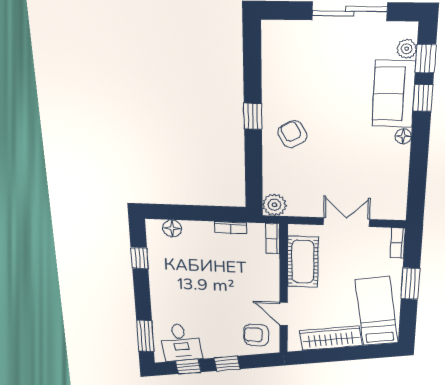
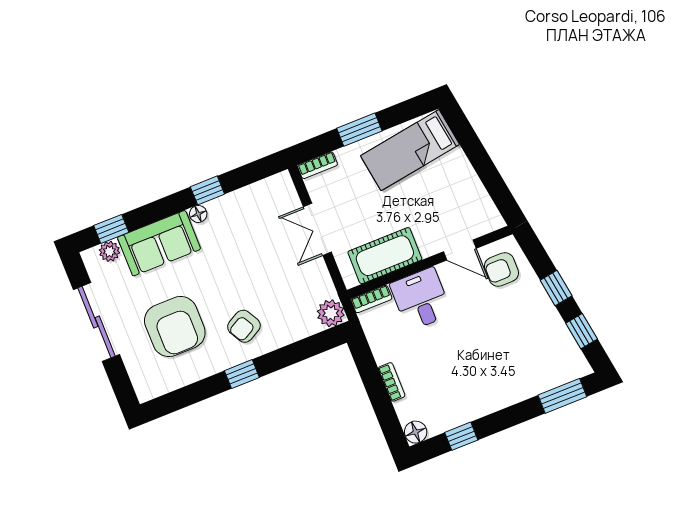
armchair: (316, 78) -> (175, 326), added
window: (423, 98) -> (207, 190), moved
floor lamp: (172, 228) -> (416, 432), moved
bookcase: (231, 228) -> (392, 382), moved
door: (284, 314) -> (460, 250), hinge flipped
armchair: (256, 335) -> (501, 270), turned 90
wardrobe: (331, 338) -> (467, 185), removed
desk: (180, 342) -> (421, 299), moved, turned -81

